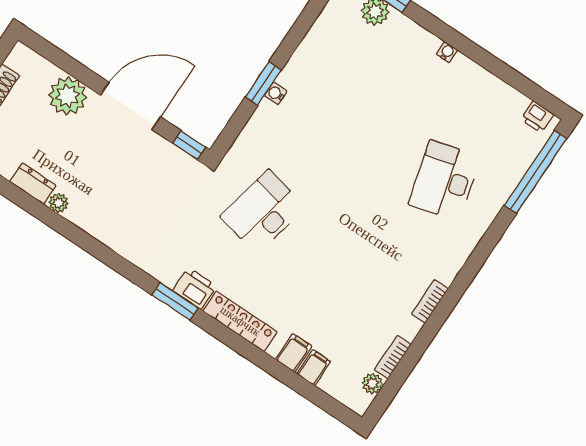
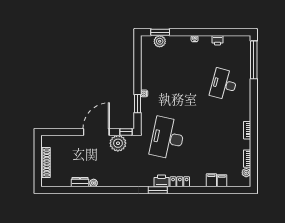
window: (263, 84) -> (137, 104), moved
plant: (68, 96) -> (118, 143), moved
printer: (537, 117) -> (217, 40), moved
desk: (444, 180) -> (224, 84), turned 30
desk: (263, 212) -> (167, 138), width x1.36, depth x1.30
locker: (240, 321) -> (180, 182), width x0.66

